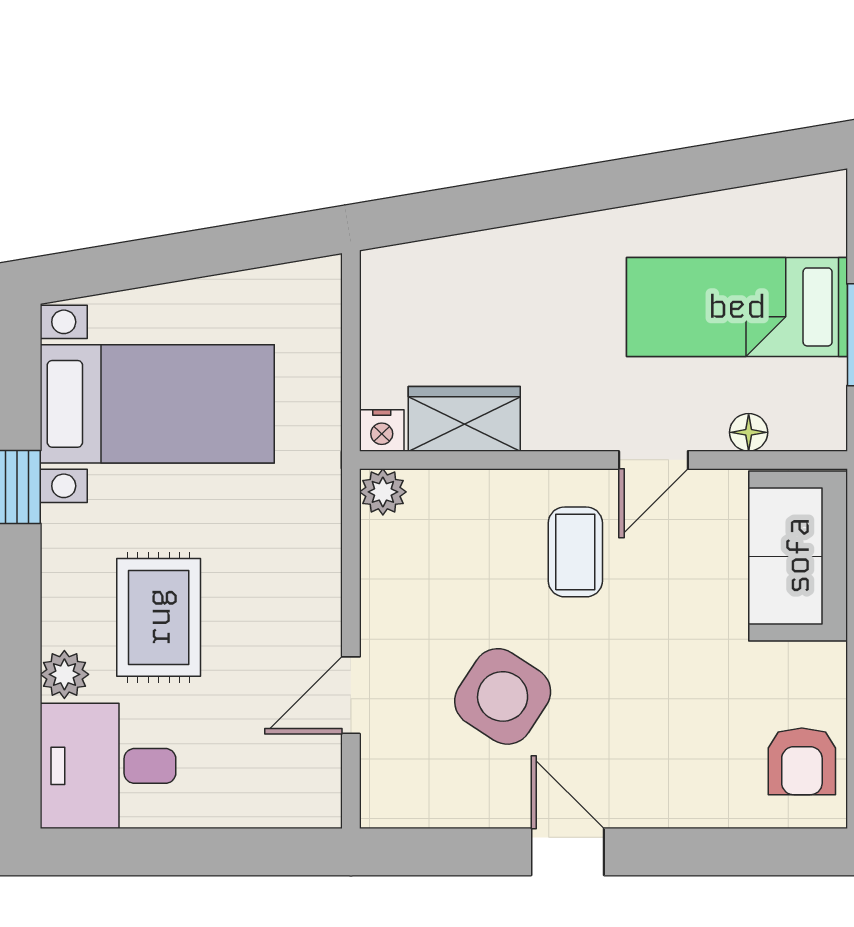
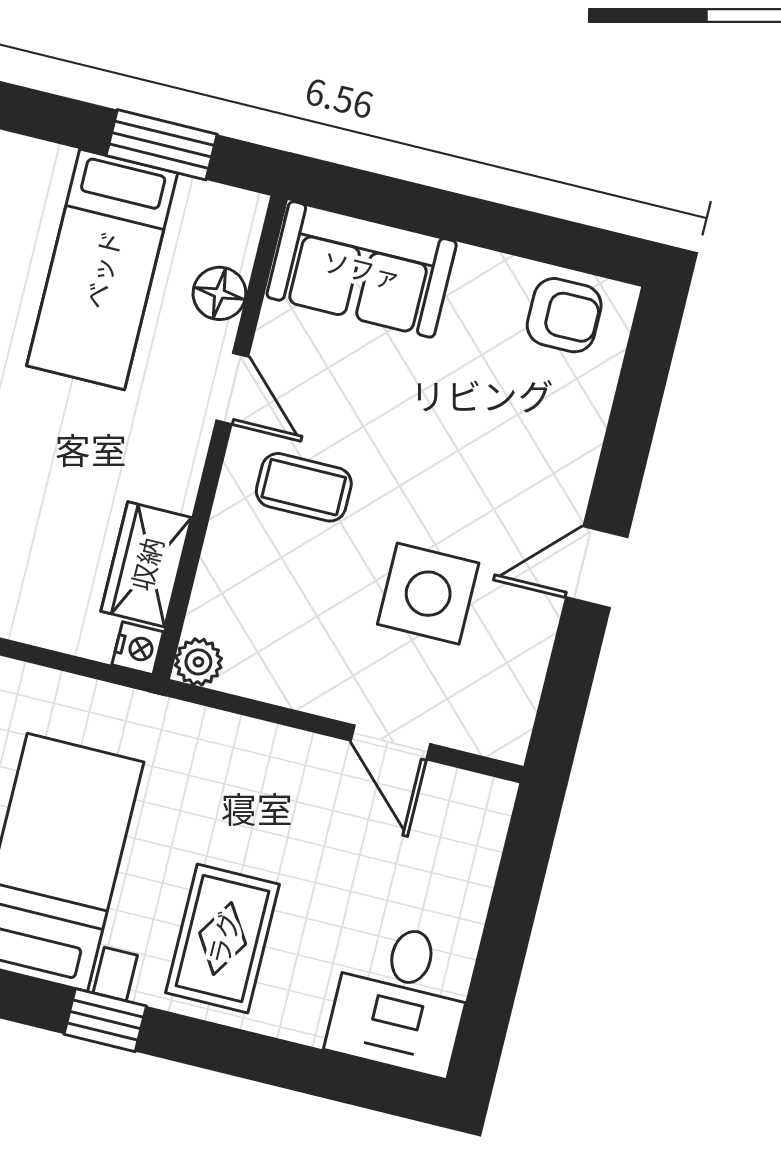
floor lamp: (749, 432) -> (219, 293), width x1.37, depth x1.37
rug: (159, 617) -> (223, 938), moved, turned 90
plant: (64, 674) -> (301, 1019), removed
side table: (503, 696) -> (428, 594), turned -33

